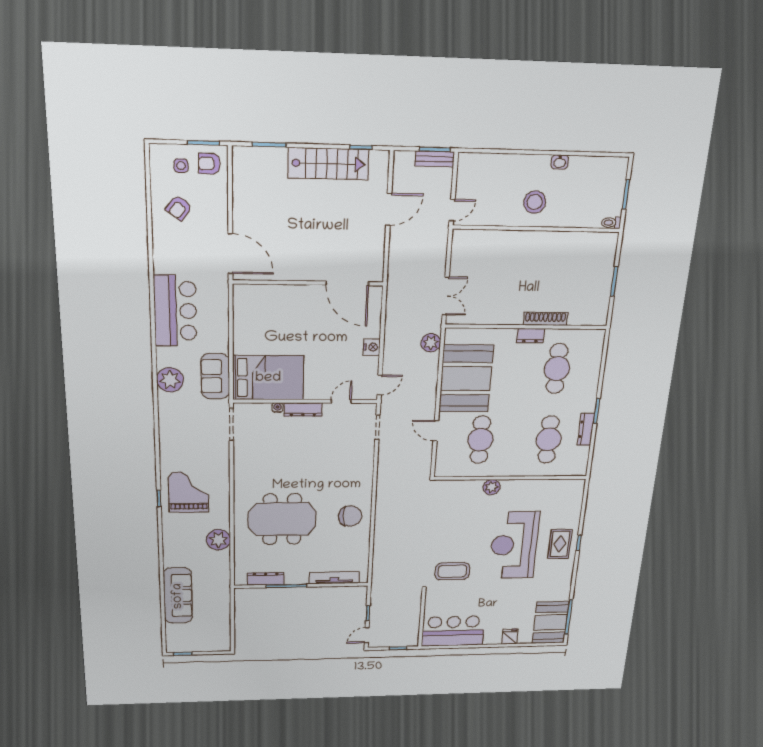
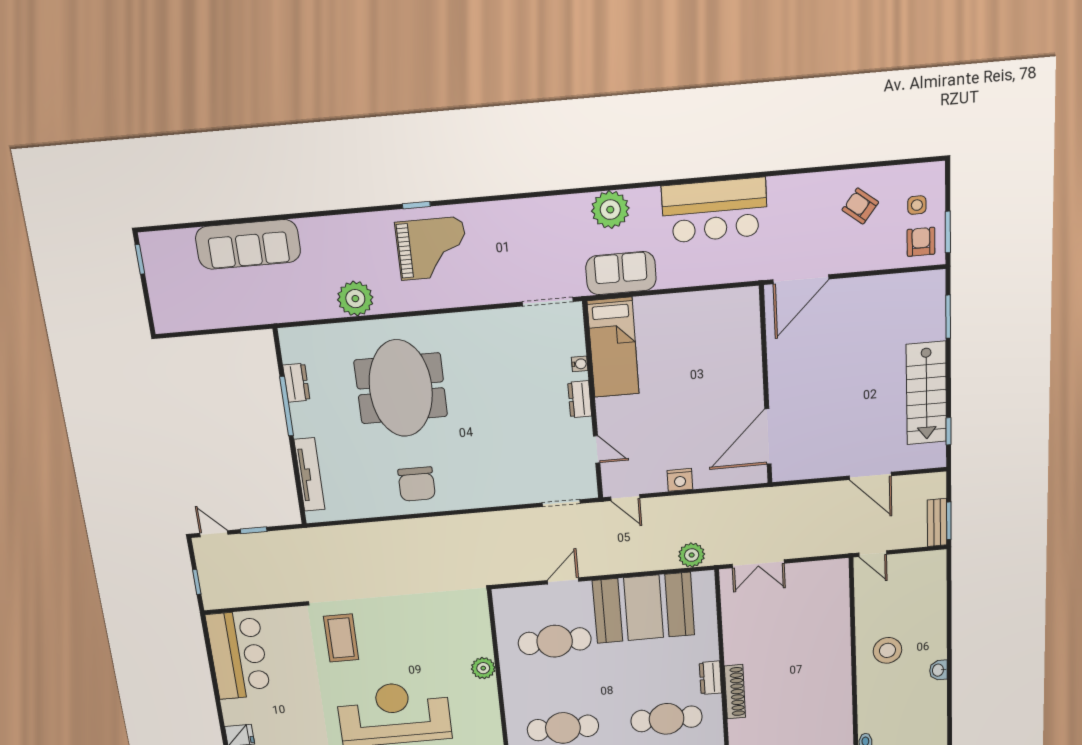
bed: (268, 378) -> (613, 347), width x0.67
dresser: (303, 410) -> (580, 399), width x0.70
dresser: (266, 579) -> (296, 383), width x0.70

